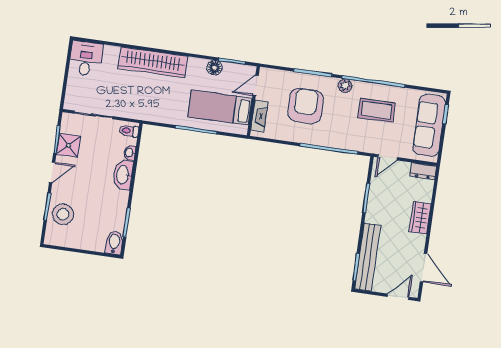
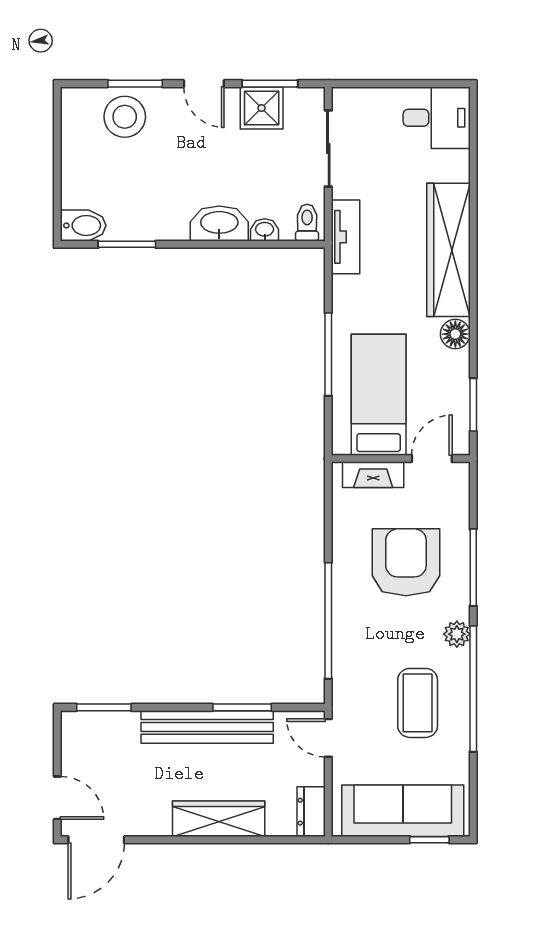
floor lamp: (215, 68) -> (455, 334), moved
door: (256, 86) -> (432, 459), hinge flipped
armchair: (306, 106) -> (406, 562), turned -90
tv unit: (139, 113) -> (346, 237), added
wardrobe: (420, 218) -> (219, 819), width x1.50
bench: (368, 257) -> (207, 727), moved
door: (423, 268) -> (96, 840), moved

